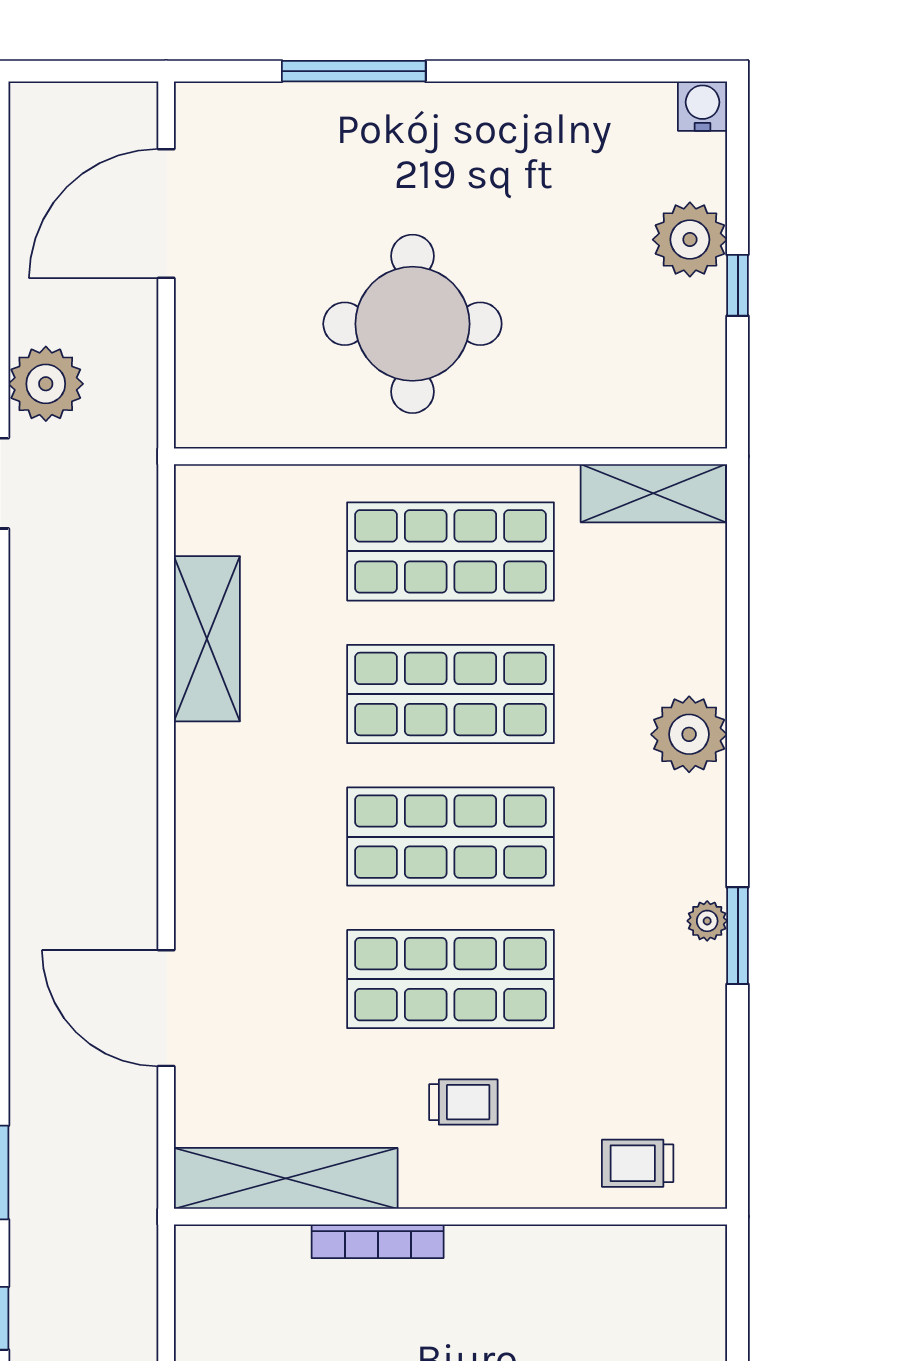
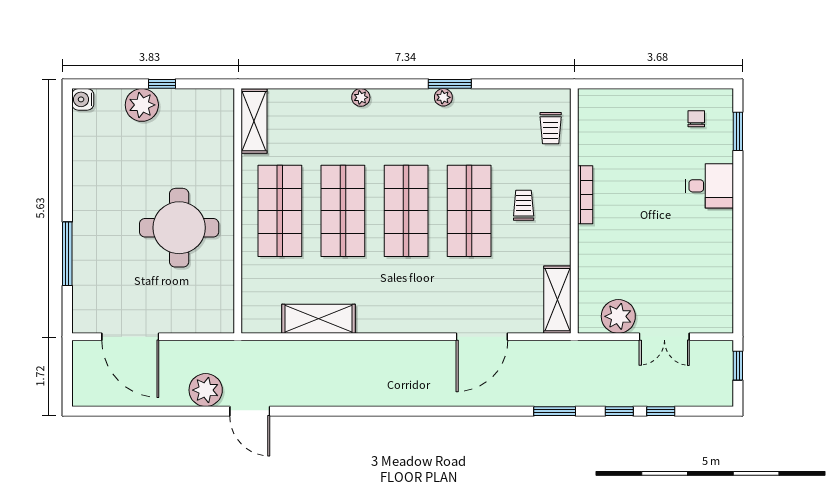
plant: (689, 734) -> (361, 97), width x0.53, depth x0.53
shelving: (286, 1178) -> (557, 300), width x0.68
bookcase: (378, 1241) -> (585, 195), moved
plant: (212, 1316) -> (618, 316), added

